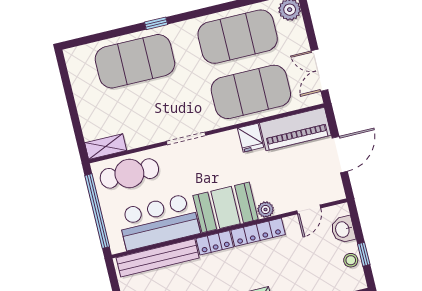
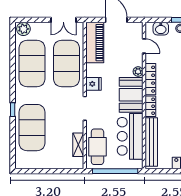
fridge: (251, 138) -> (94, 84), moved
shelving: (106, 147) -> (78, 145), moved

